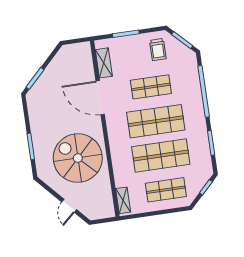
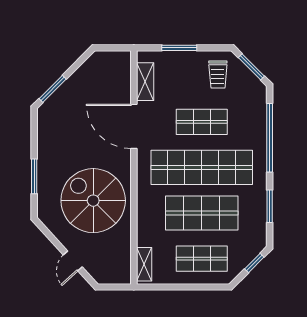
shop shelf: (156, 121) -> (202, 167), width x1.40

